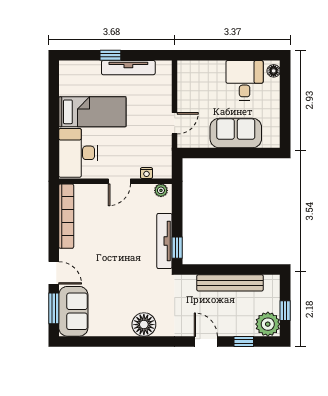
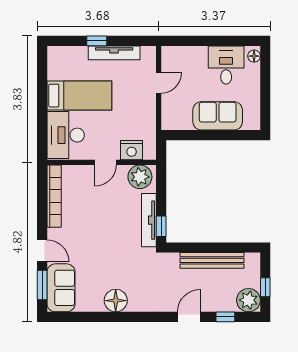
door: (175, 123) -> (159, 83), moved
nightstand: (146, 173) -> (132, 150), width x1.89, depth x1.79
plant: (161, 190) -> (140, 177), width x1.88, depth x1.88
floor lamp: (144, 325) -> (116, 301), moved
door: (206, 341) -> (189, 317), hinge flipped

